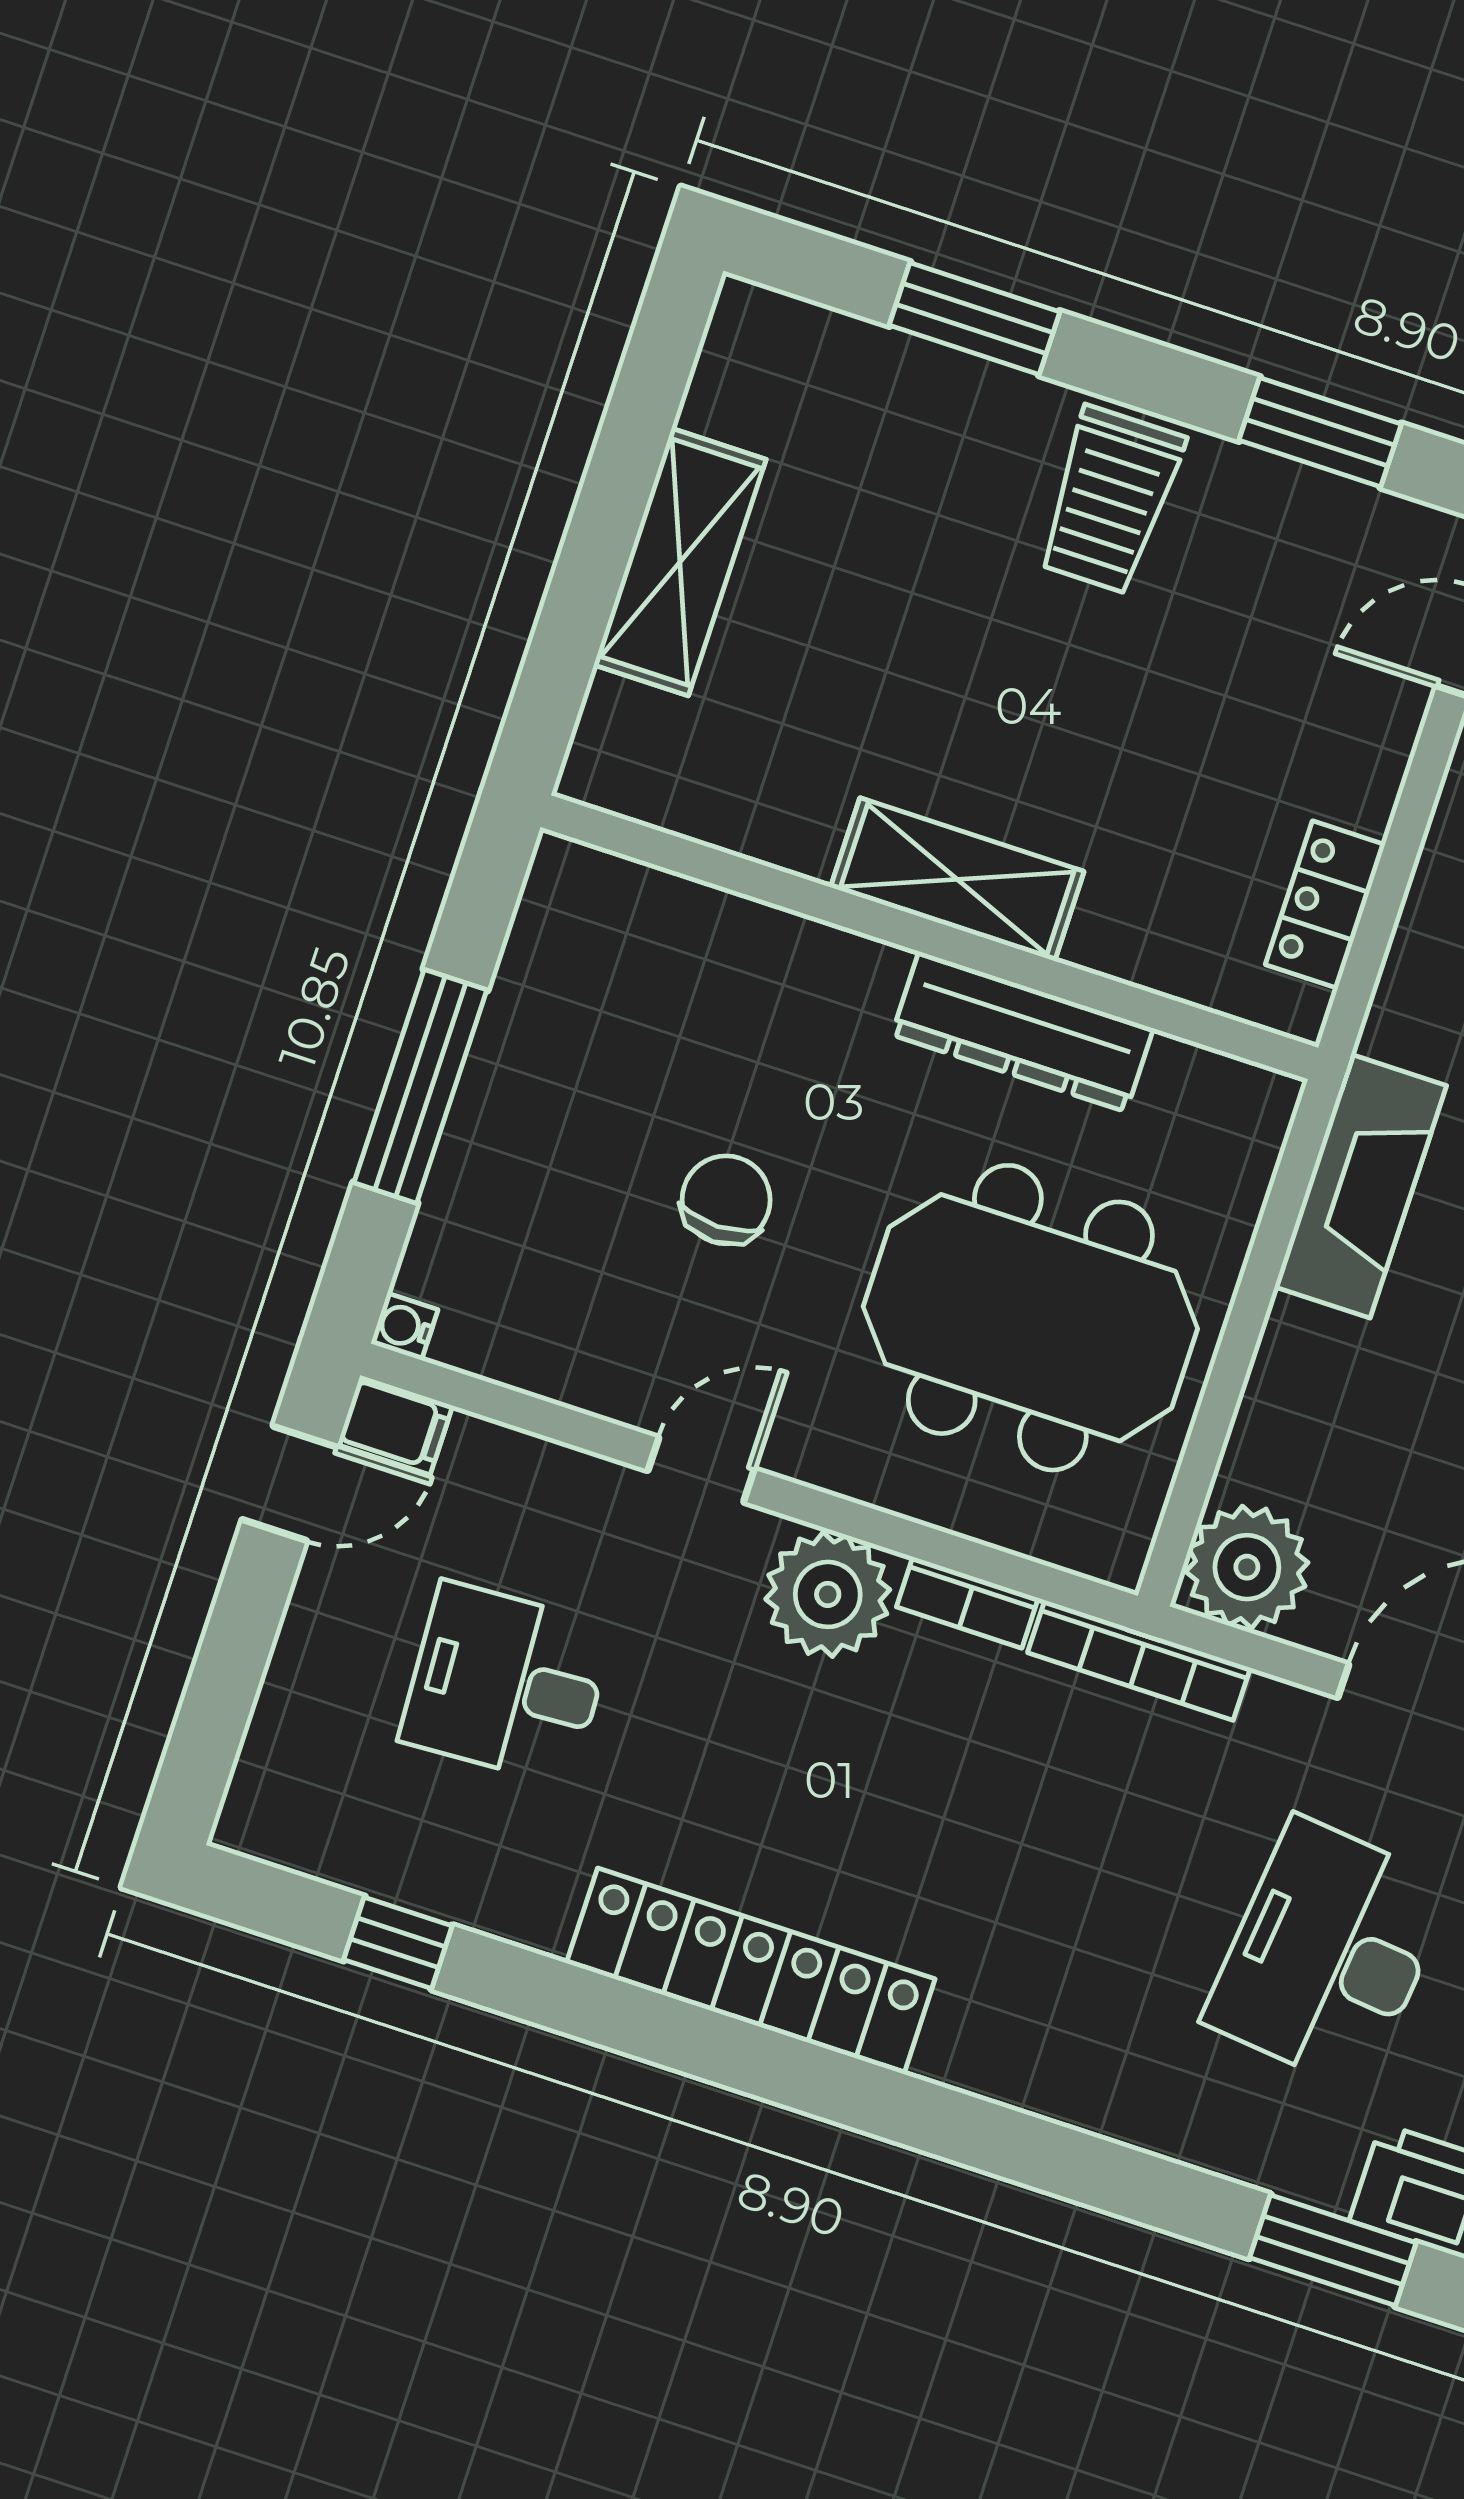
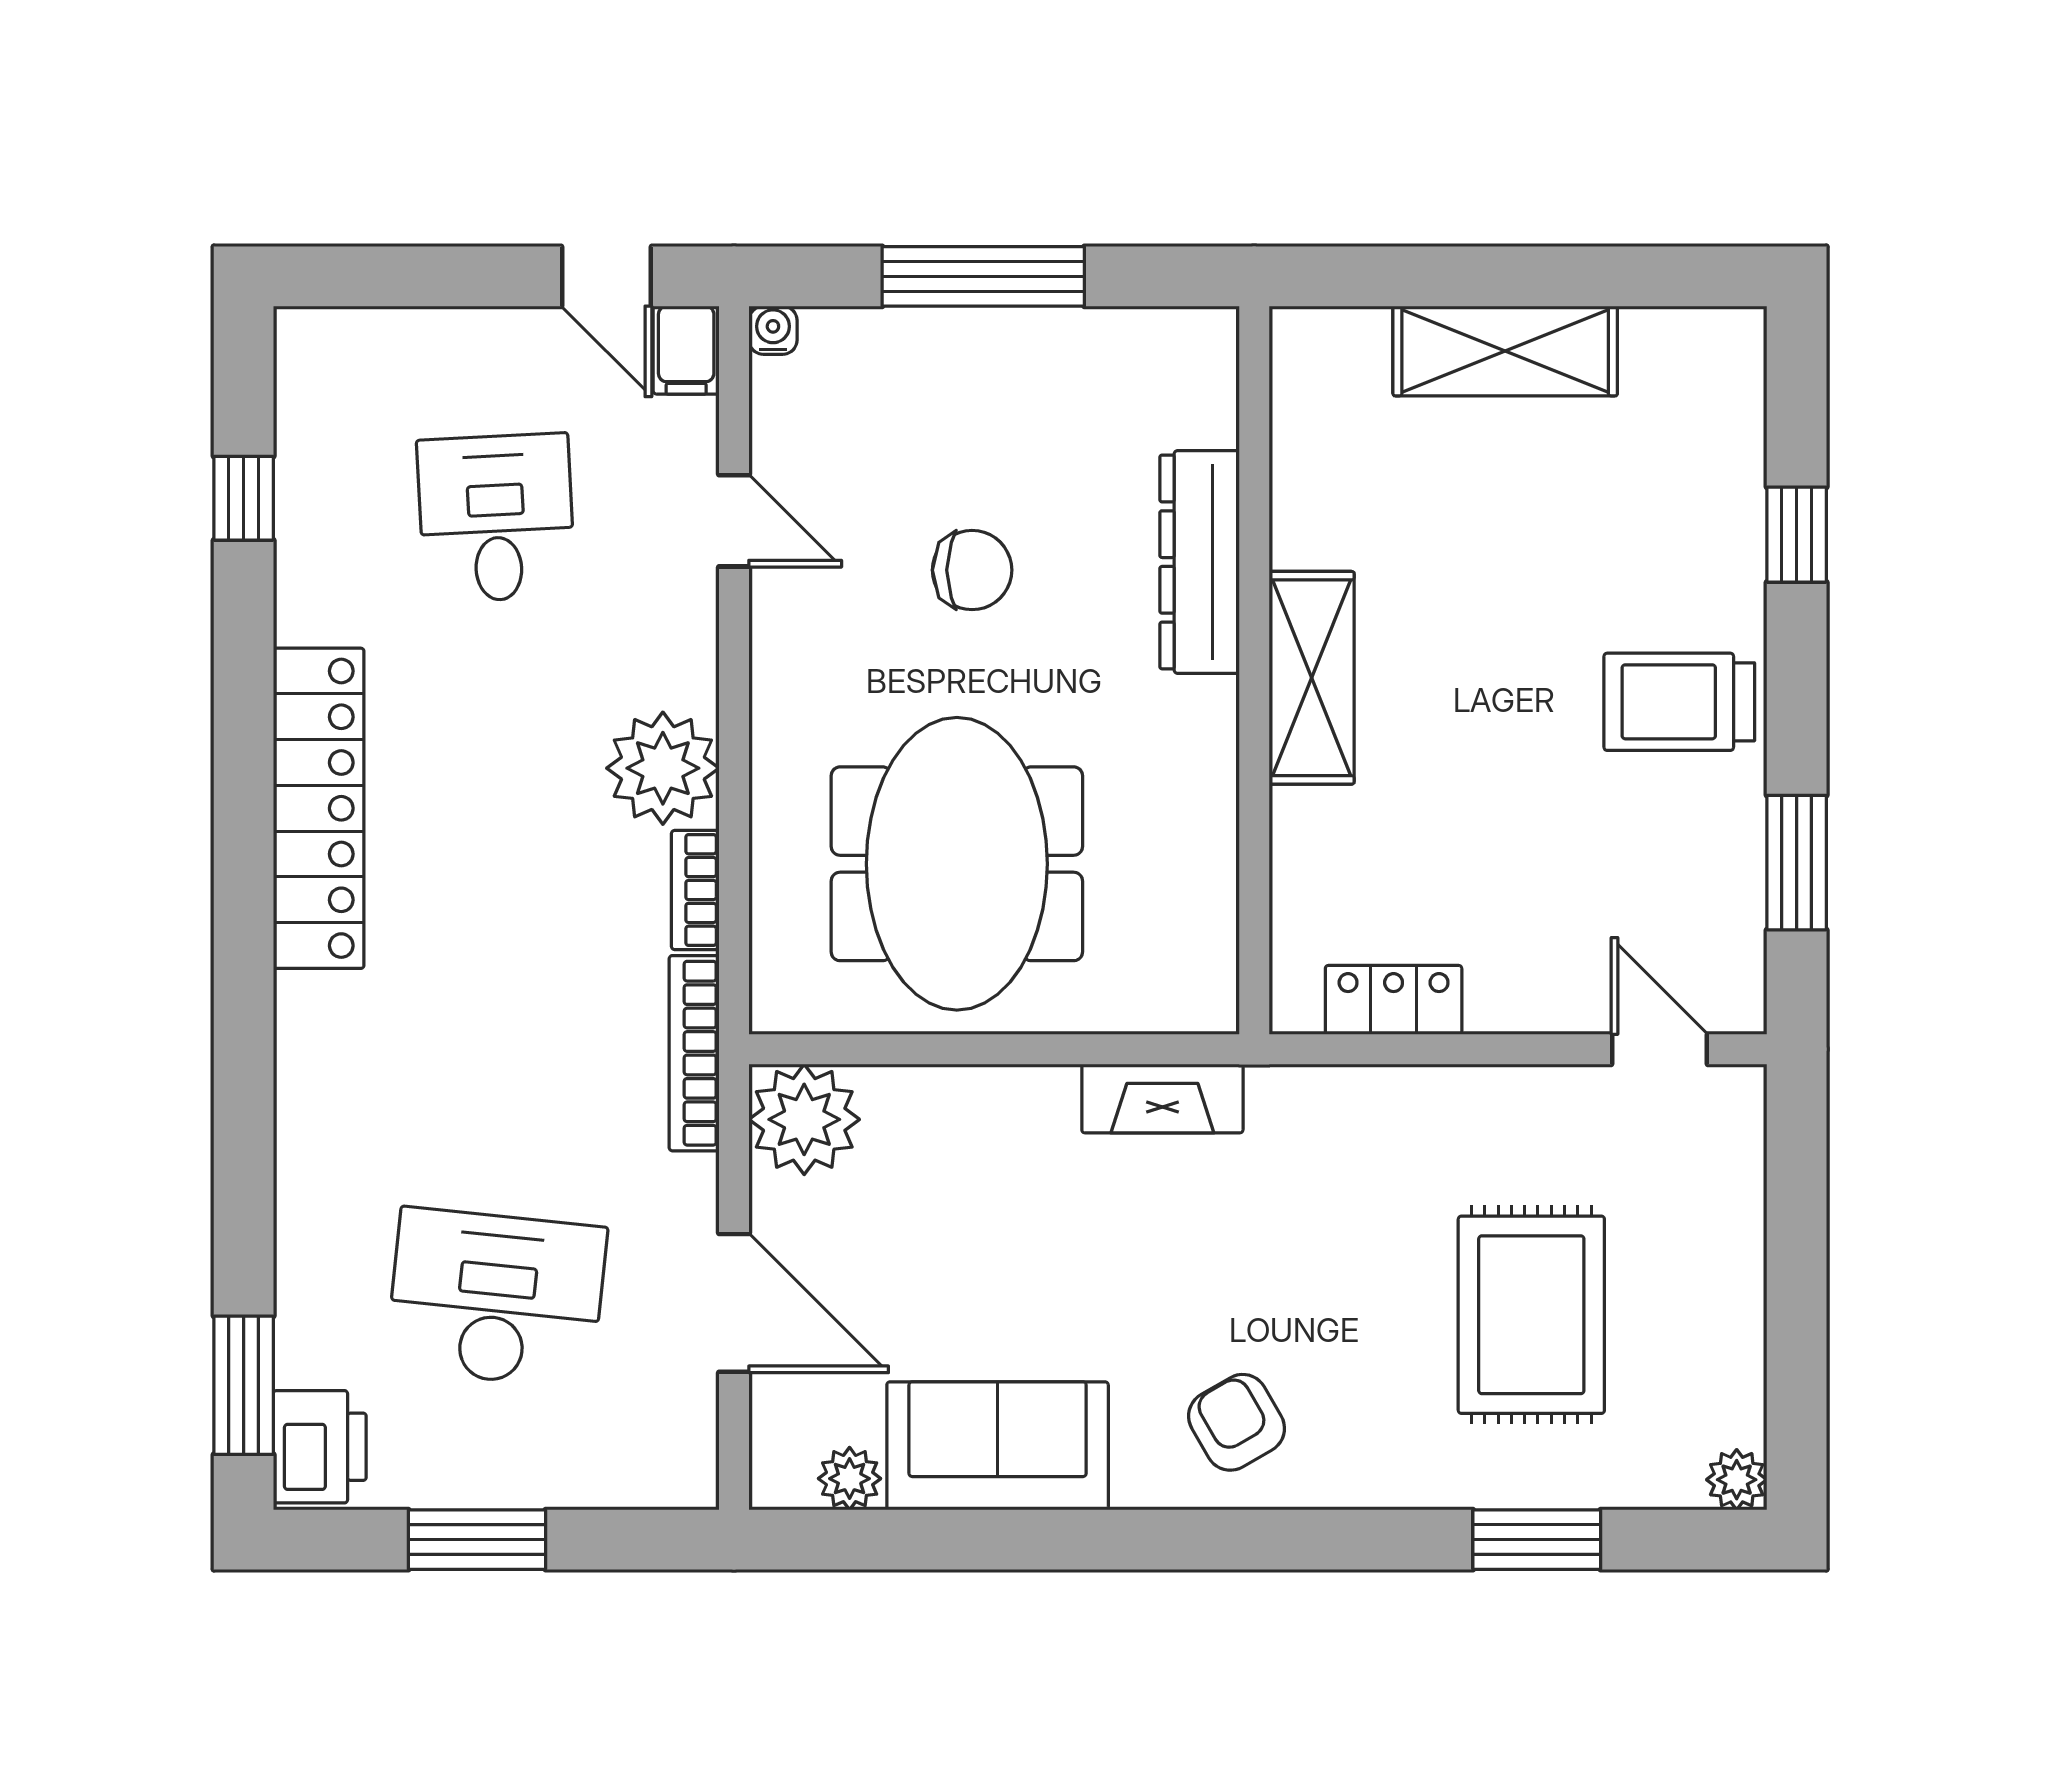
window: (975, 319) -> (1797, 535), width x0.67
dresser: (1022, 1032) -> (1200, 562), moved
fireplace: (1361, 1186) -> (1162, 1098), width x0.73, depth x0.76
door: (701, 1470) -> (734, 521), moved

